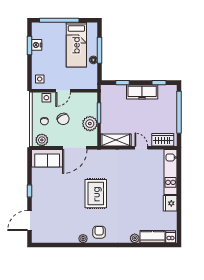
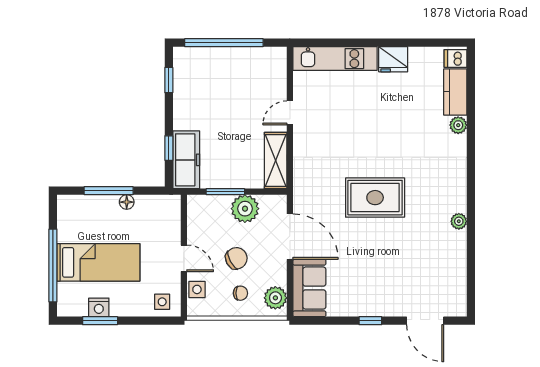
bed: (76, 45) -> (98, 262), moved
freezer: (142, 92) -> (186, 160), moved
wardrobe: (163, 140) -> (275, 73), removed
armchair: (99, 232) -> (447, 191), removed

